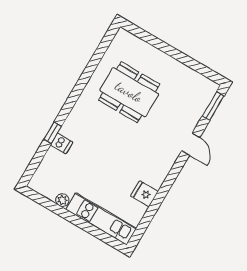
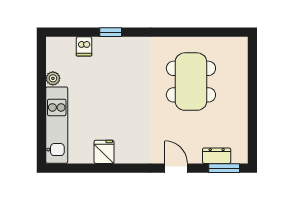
dresser: (200, 106) -> (217, 156), added
dishwasher: (62, 143) -> (84, 46), moved
door: (191, 144) -> (176, 168), swing flipped

